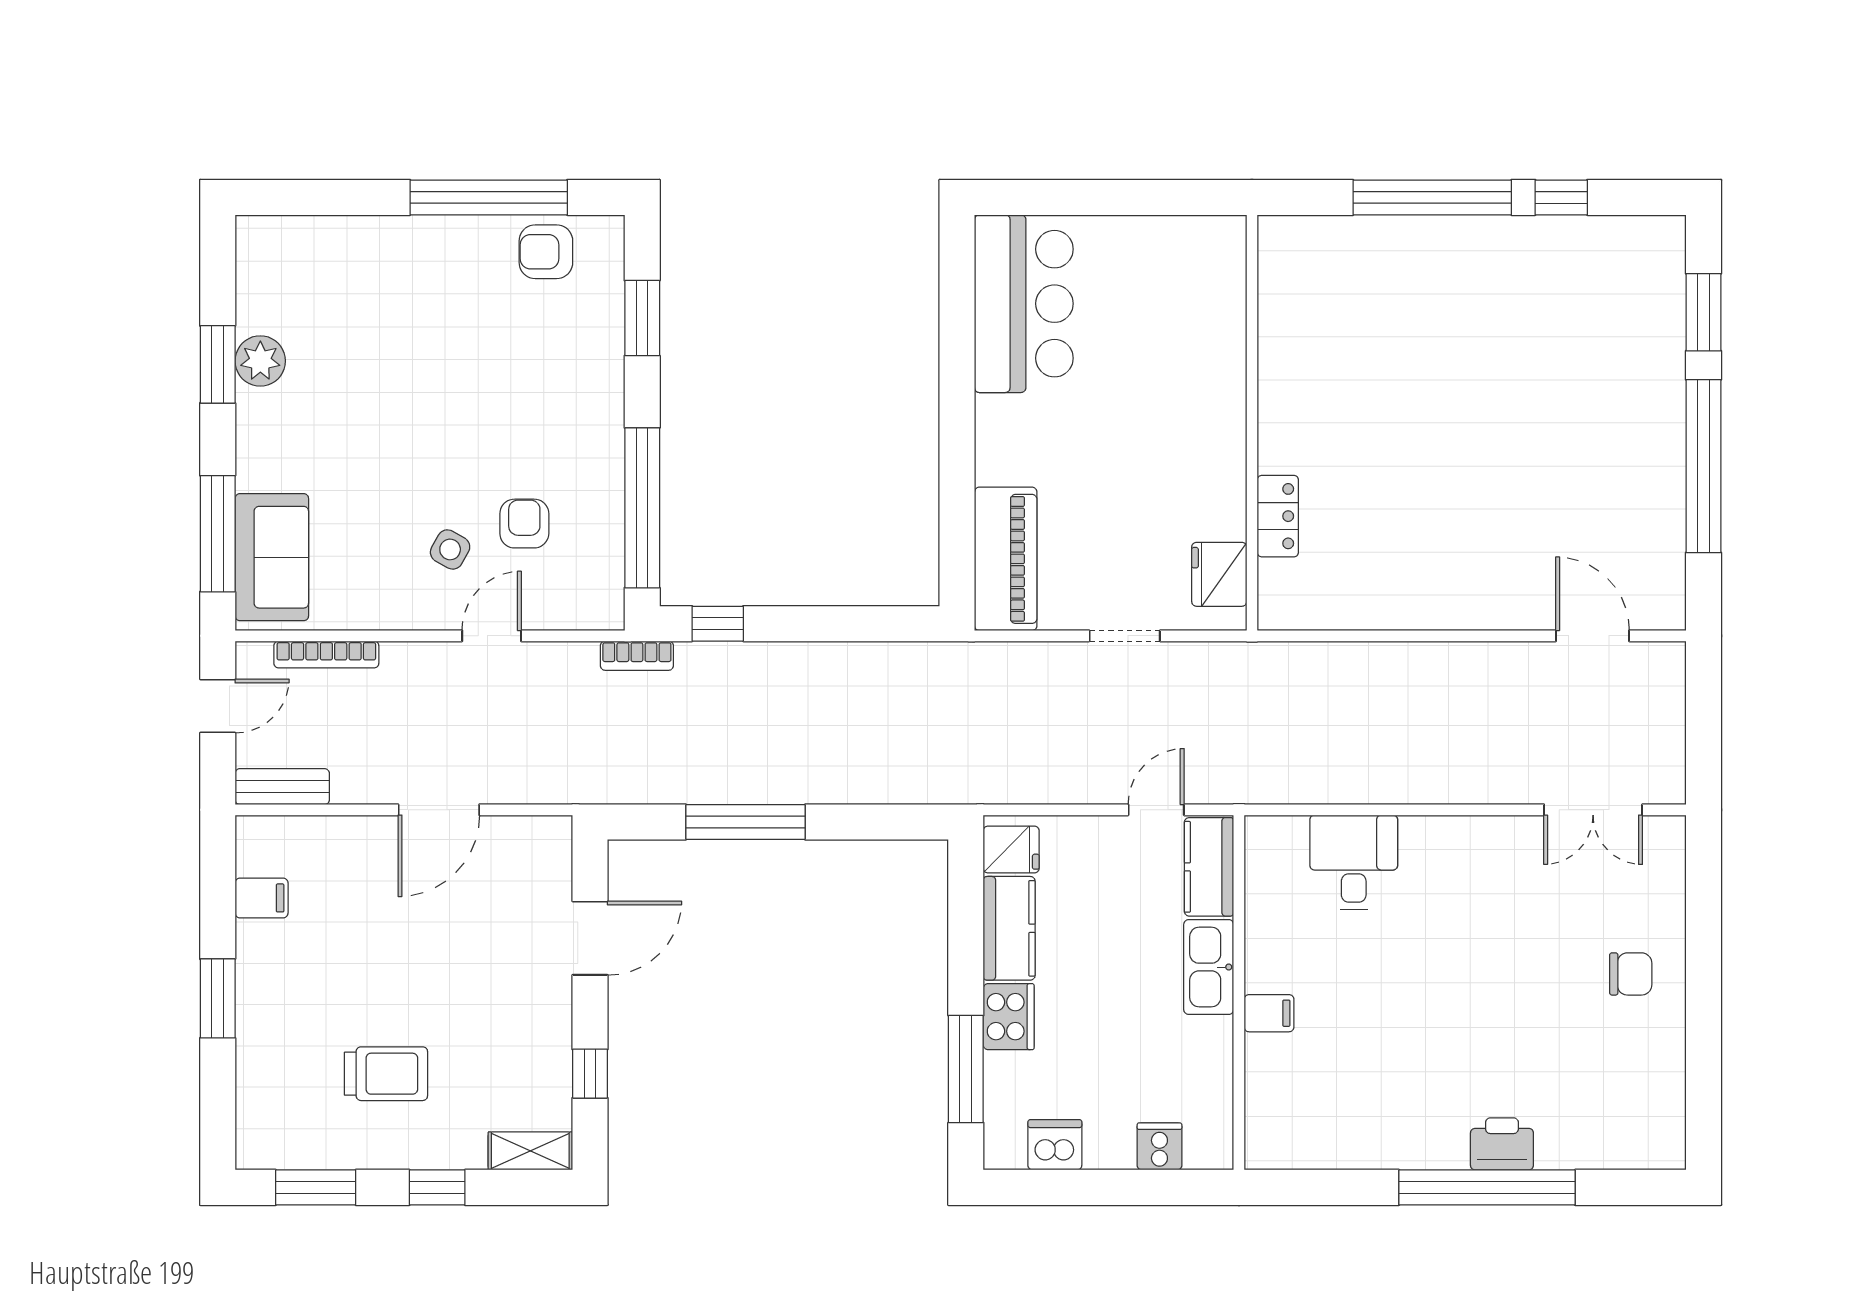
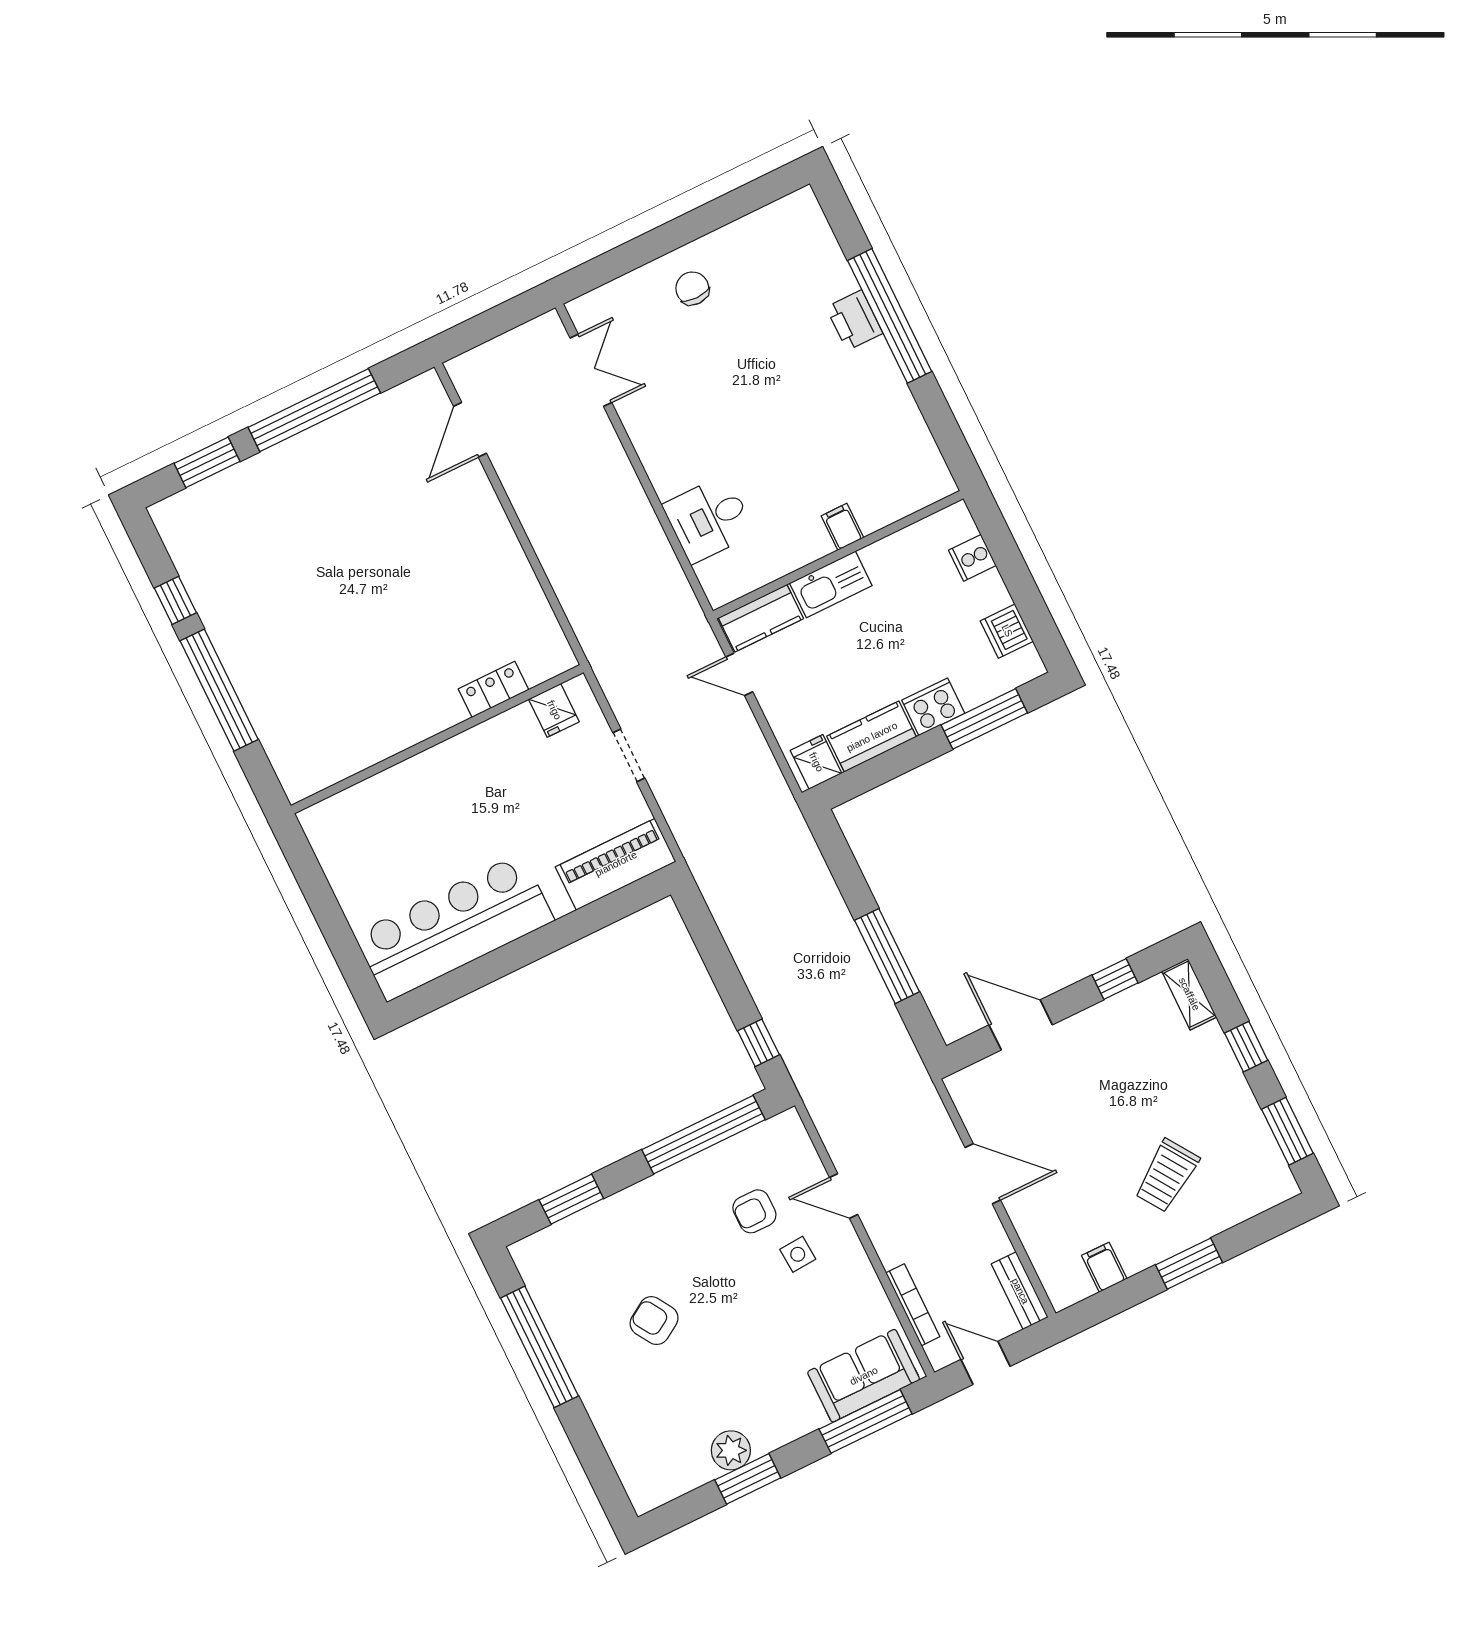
armchair: (546, 252) -> (654, 1321), moved, turned 148
bar counter: (1024, 304) -> (454, 927), width x1.36
side table: (450, 549) -> (798, 1254), turned -33
fridge: (1219, 574) -> (554, 710), width x0.72
bookcase: (637, 656) -> (808, 1088), removed
trolley: (386, 1074) -> (1167, 1176), moved, turned -124

